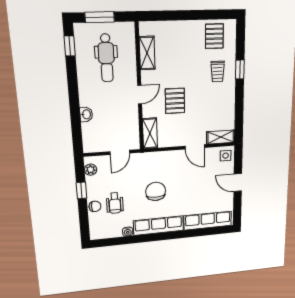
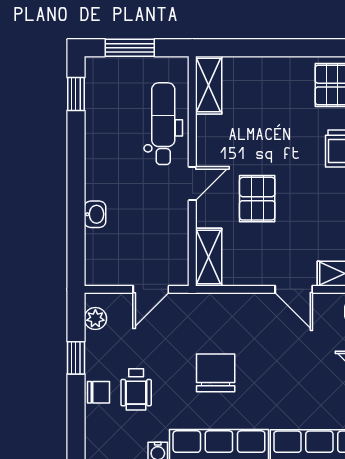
shelving: (147, 53) -> (209, 85), moved
dental chair: (106, 58) -> (163, 124), moved, turned 180

